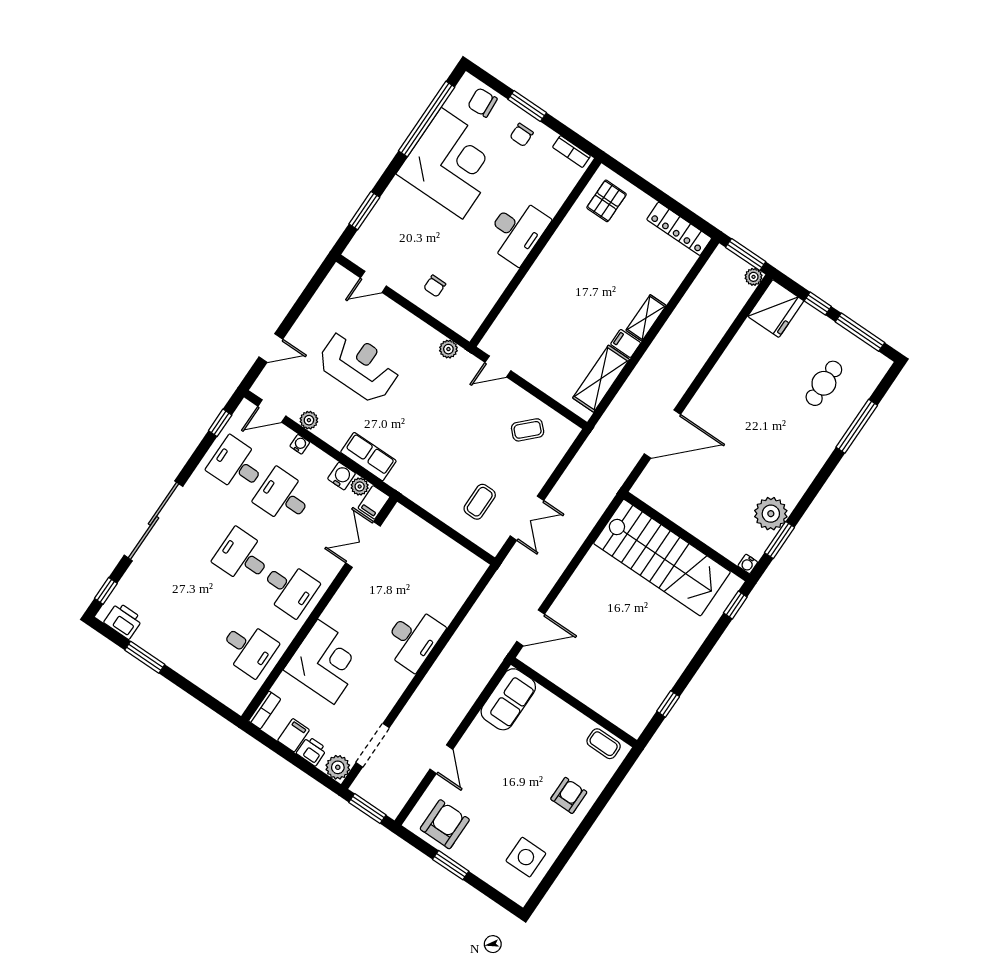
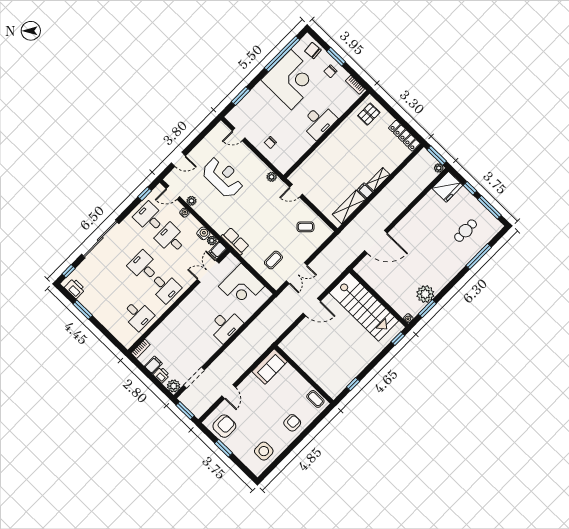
row of seats: (368, 457) -> (235, 241), moved
door: (531, 628) -> (312, 307), moved
corner desk: (326, 662) -> (241, 286), moved, turned 90

